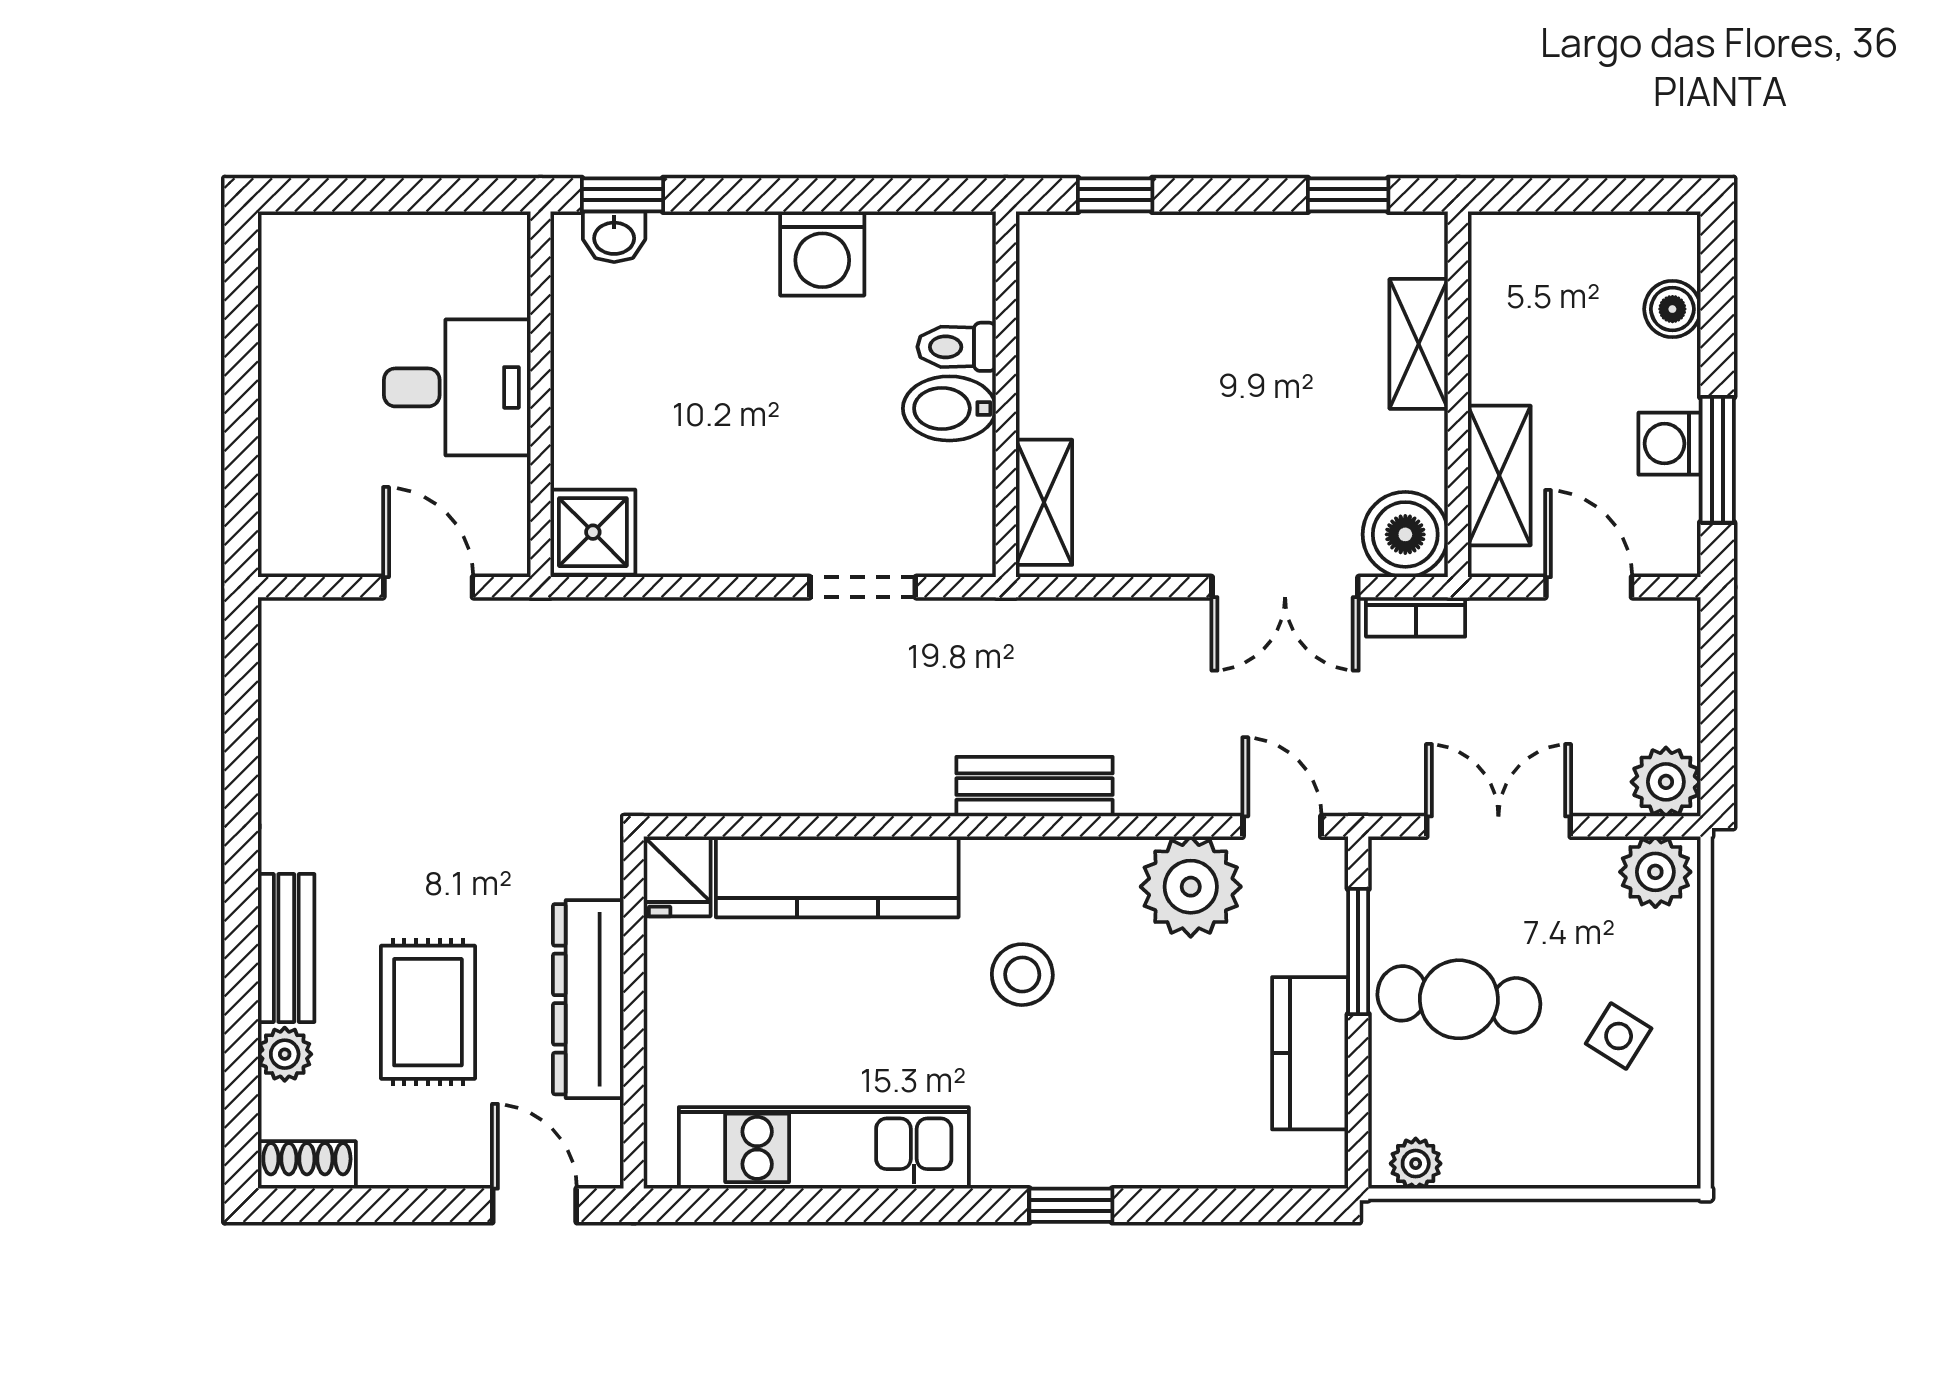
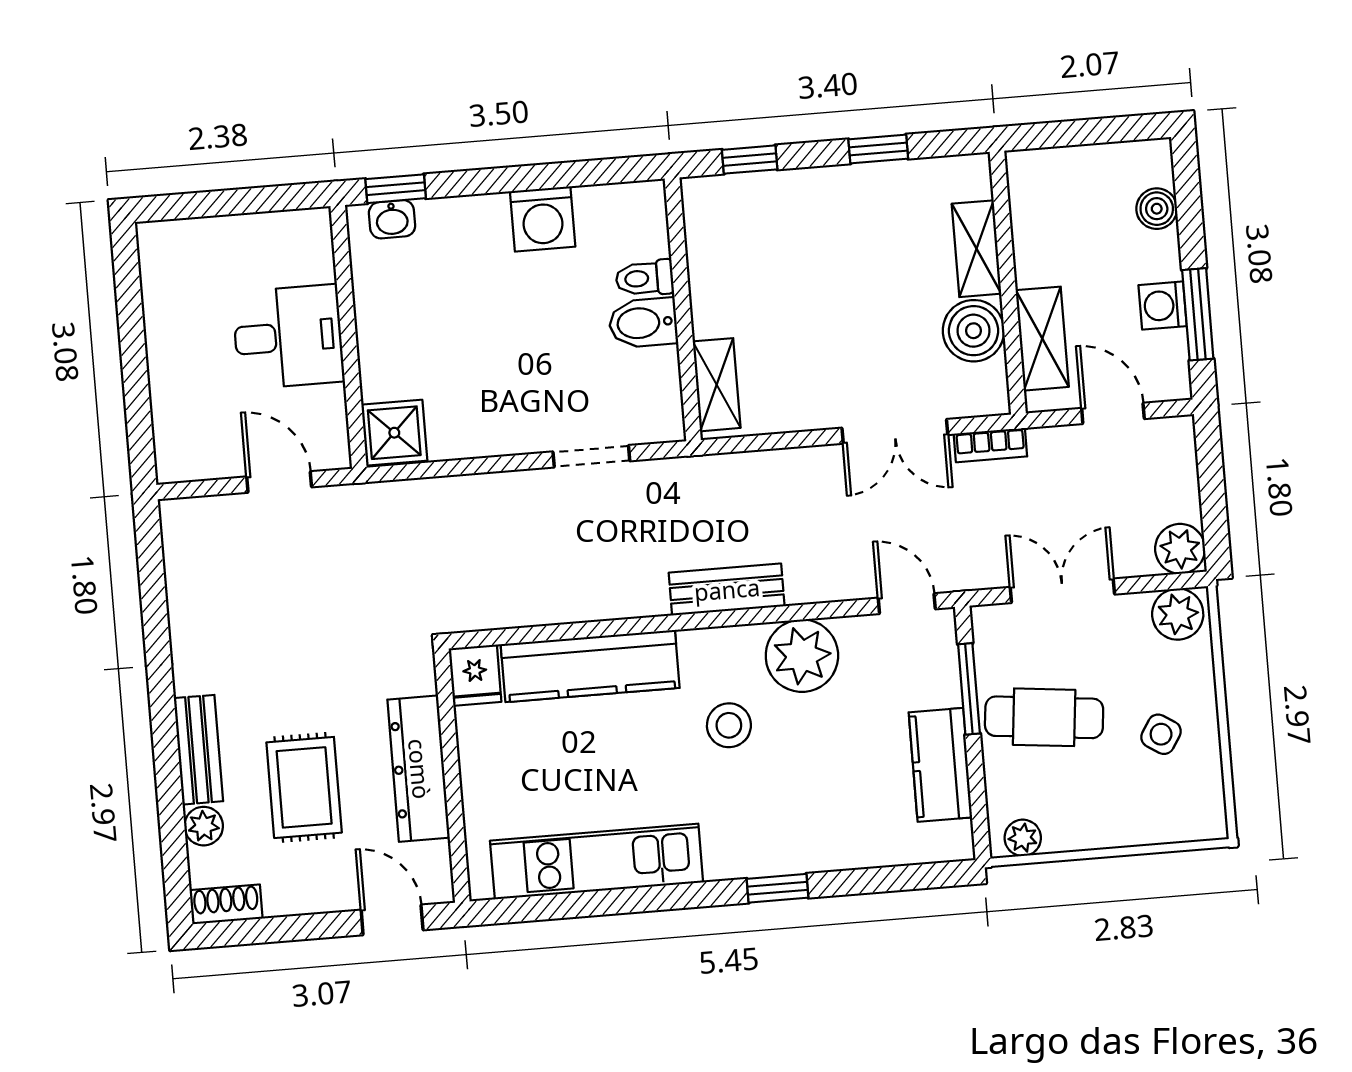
window: (1348, 195) -> (878, 149), moved
boiler: (1405, 534) -> (974, 331), moved
plant: (1191, 887) -> (802, 656), moved

